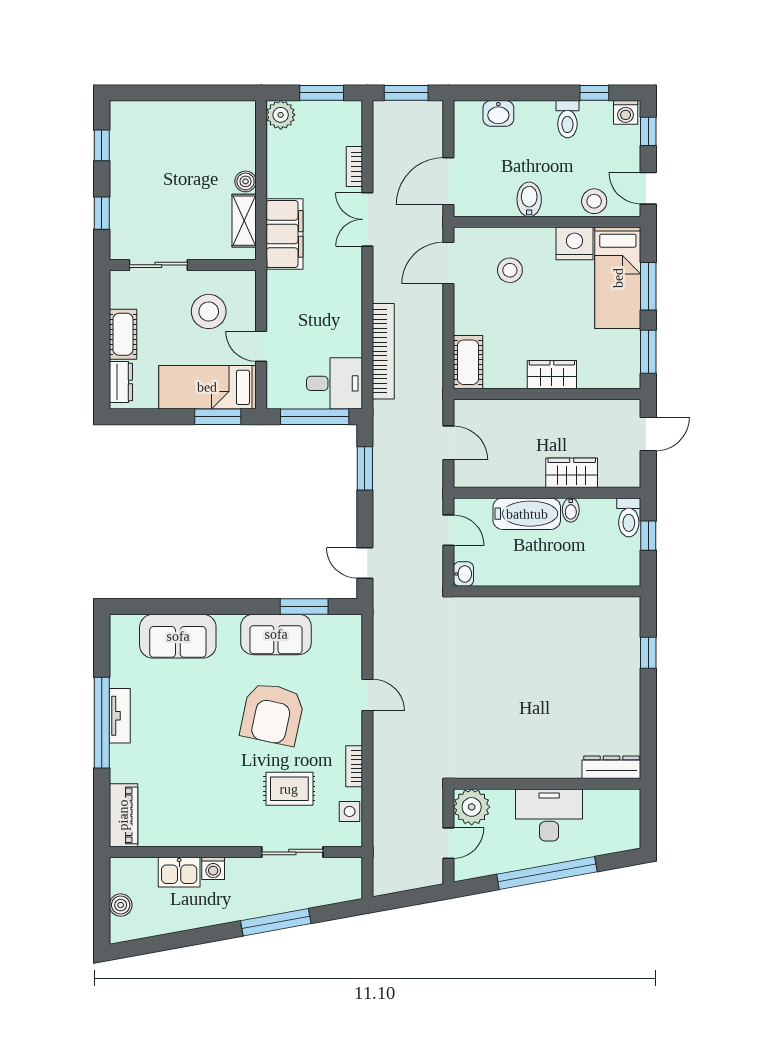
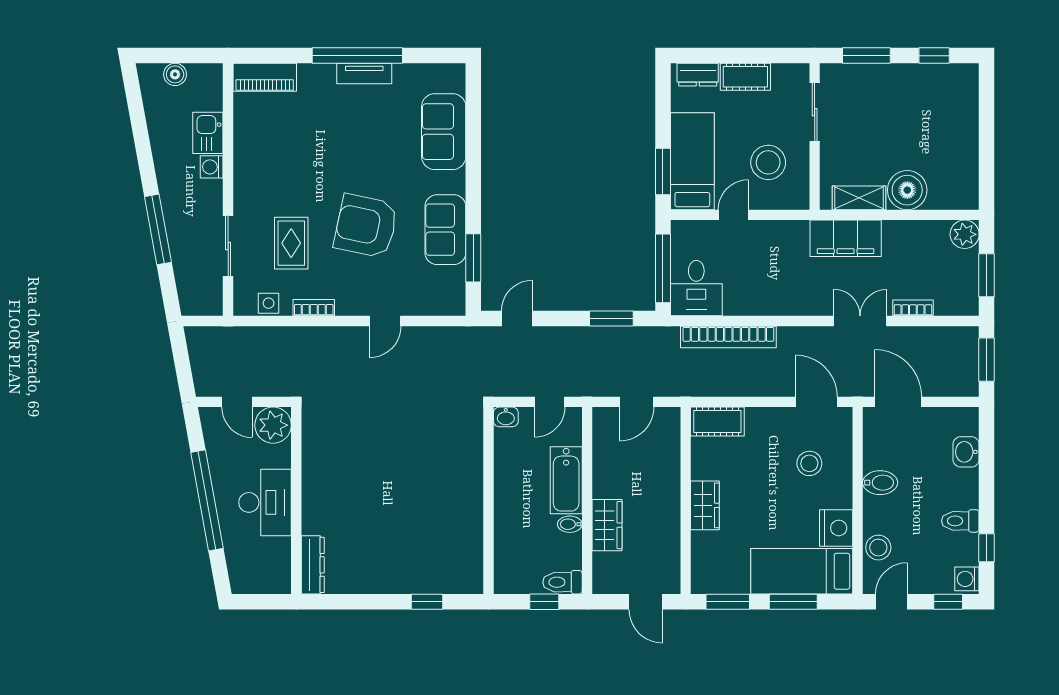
boiler: (246, 181) -> (907, 190), width x1.86, depth x1.86
window: (102, 213) -> (866, 56), width x1.50

